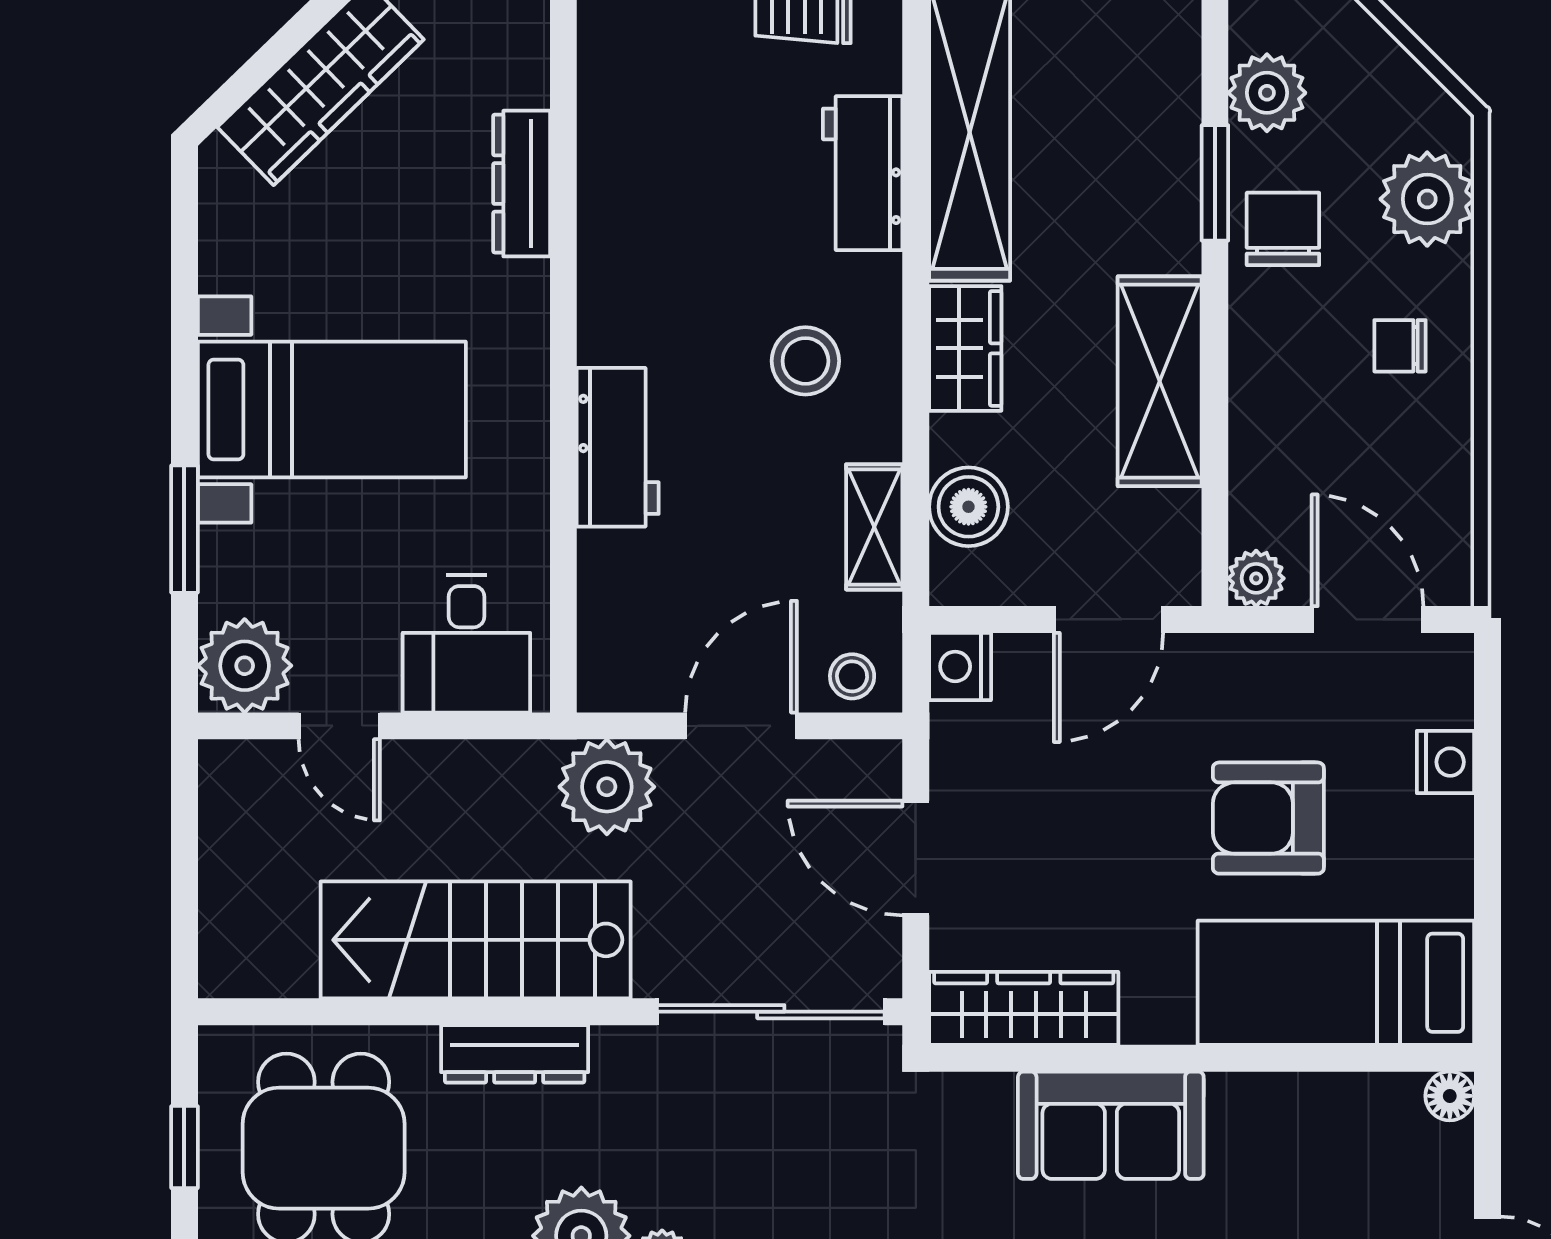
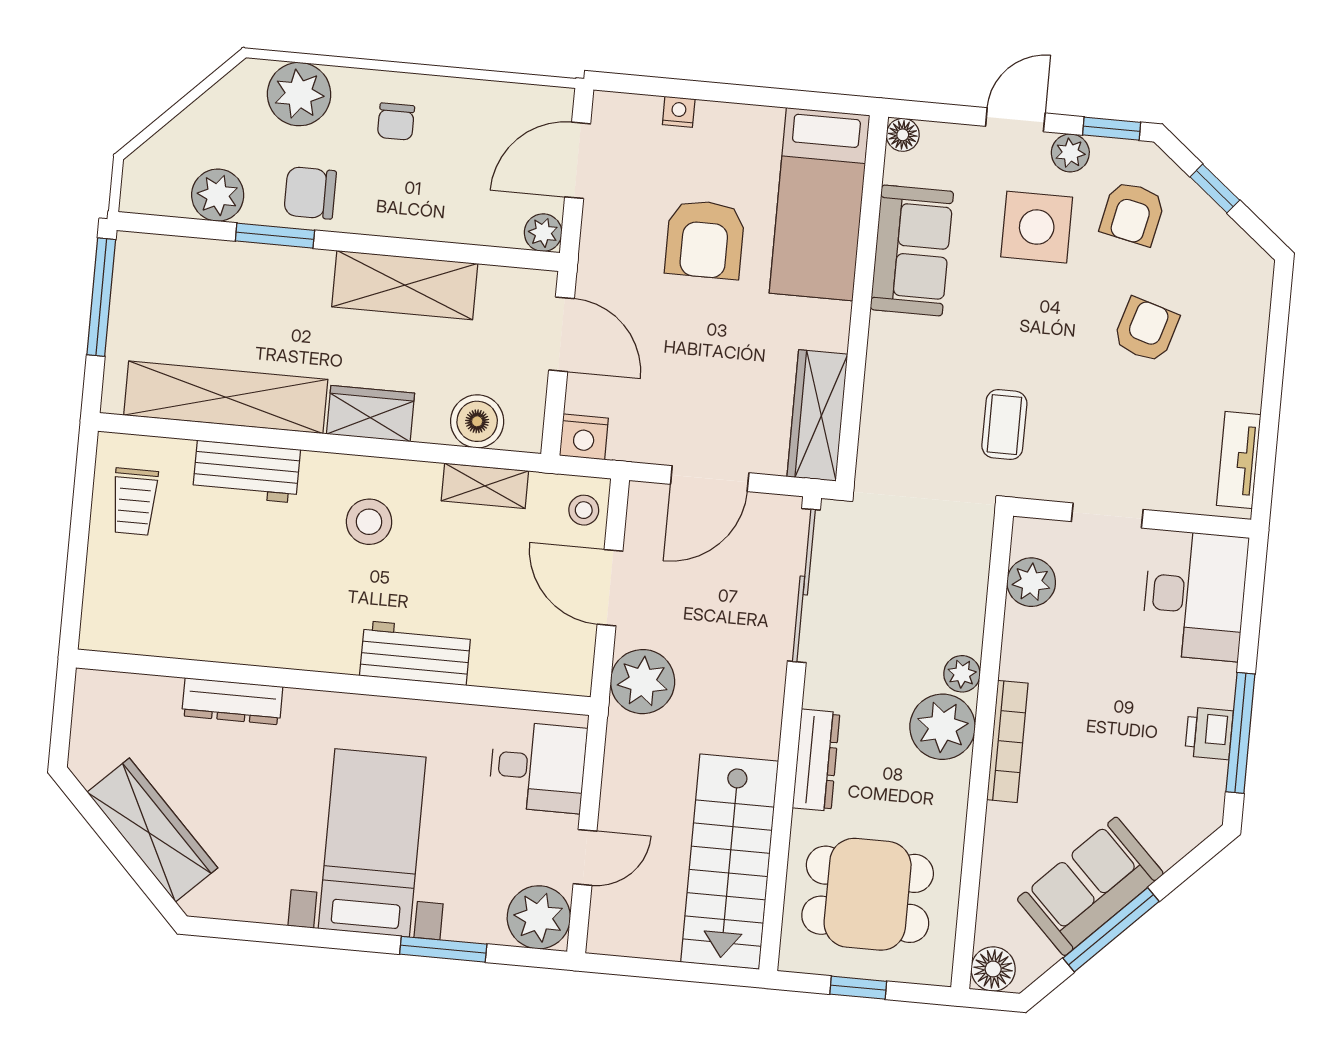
nightstand: (1446, 762) -> (679, 112), width x0.72, depth x0.74
stairs: (476, 940) -> (730, 862), moved
sofa: (1111, 1125) -> (912, 250), moved

